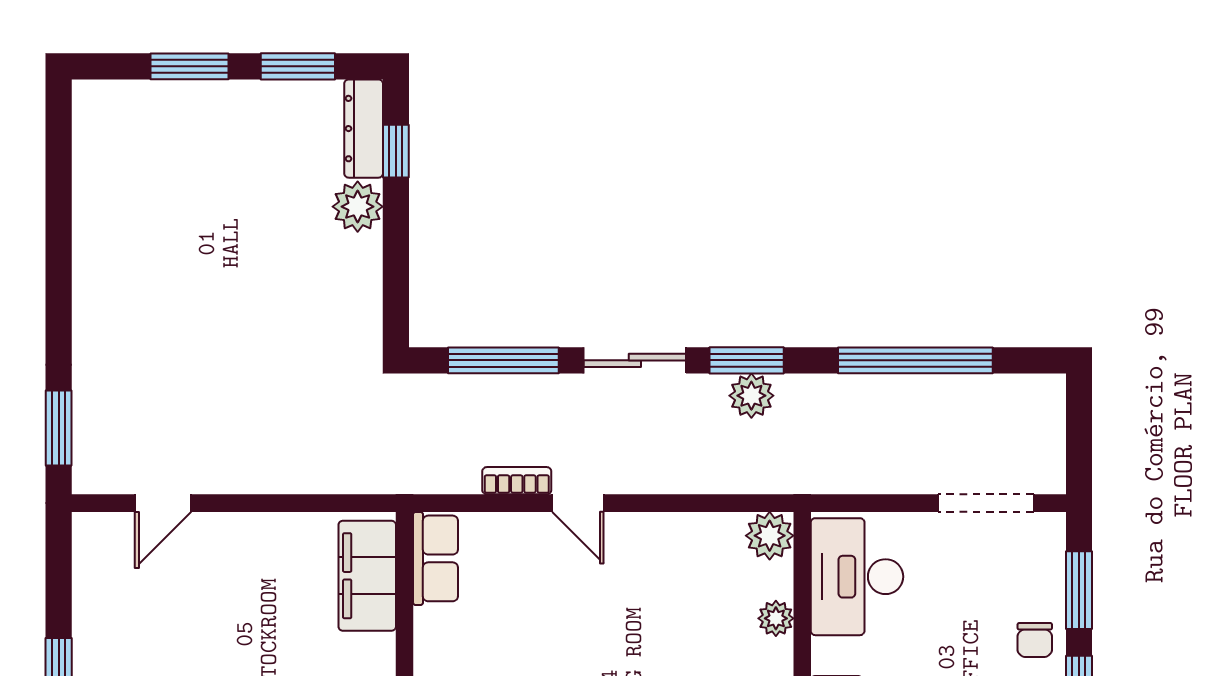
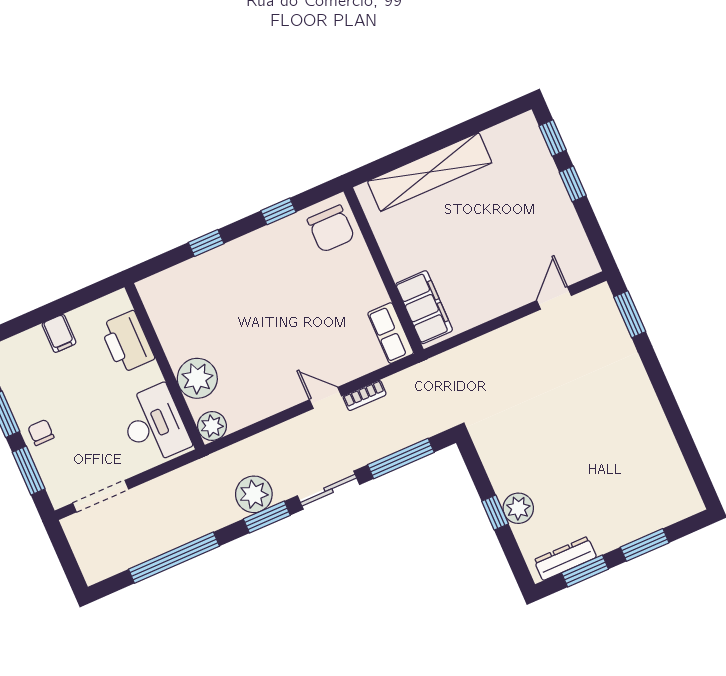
dresser: (364, 129) -> (565, 558), moved, turned -90
window: (396, 151) -> (495, 513), moved
plant: (751, 396) -> (254, 494), width x1.36, depth x1.36
plant: (776, 618) -> (197, 378), width x1.88, depth x1.88

